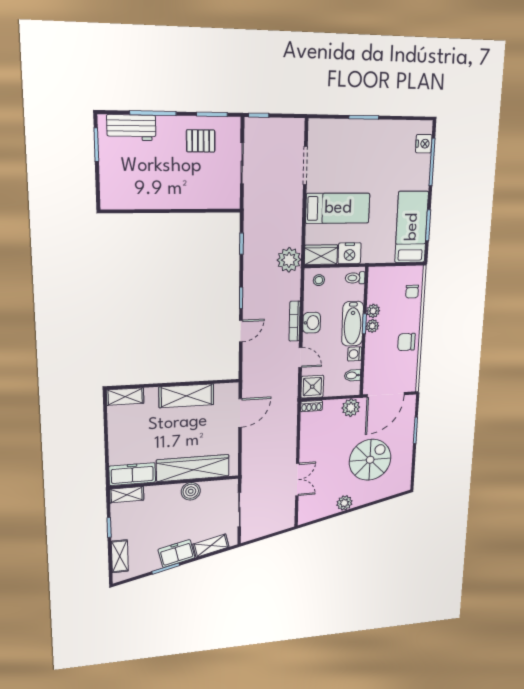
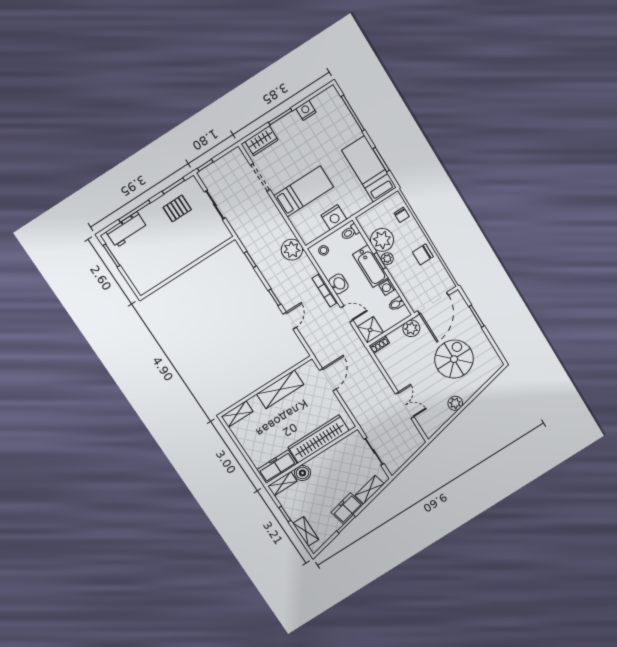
nightstand: (424, 144) -> (306, 110), moved, turned -90
wardrobe: (321, 255) -> (261, 141), moved, turned 180
plant: (373, 311) -> (382, 240), width x1.88, depth x1.88
boiler: (191, 491) -> (302, 473), moved

